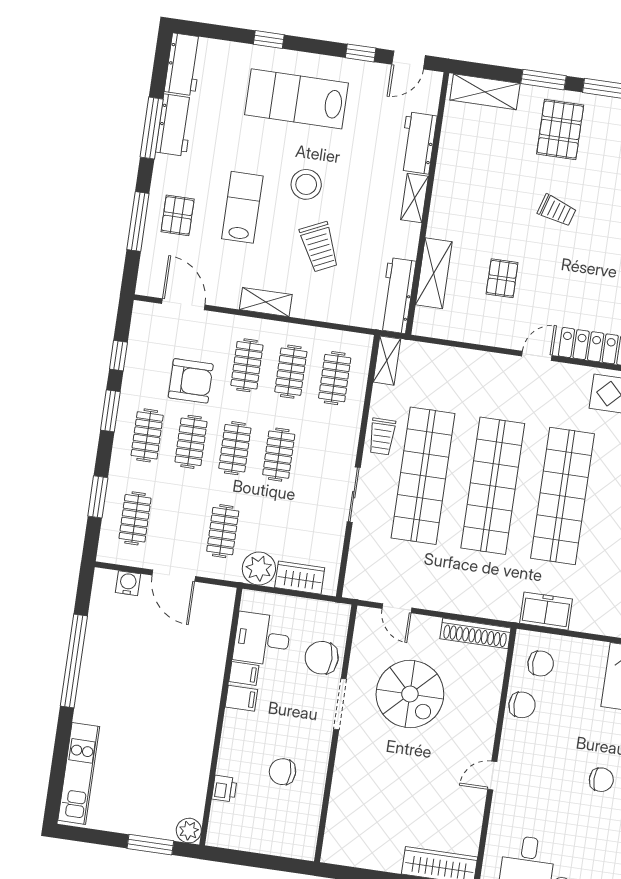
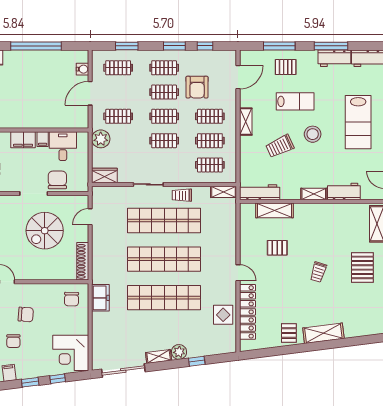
lab bench: (296, 99) -> (358, 122), turned 180
pallet: (560, 129) -> (362, 267), turned 90
wardrobe: (300, 578) -> (104, 176), moved, turned -90
filing cabinet: (241, 698) -> (23, 140), width x2.00
chair: (522, 705) -> (26, 314), moved, turned -86

